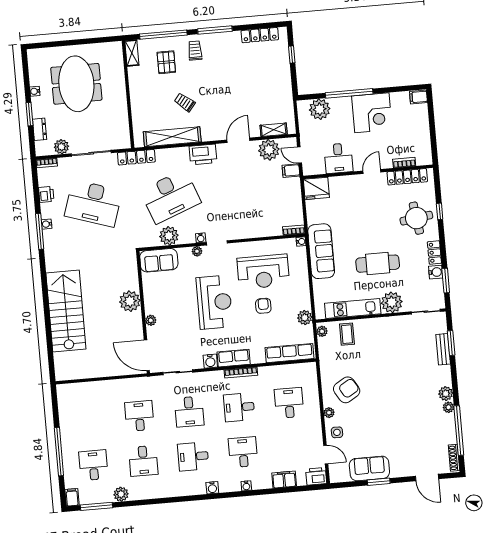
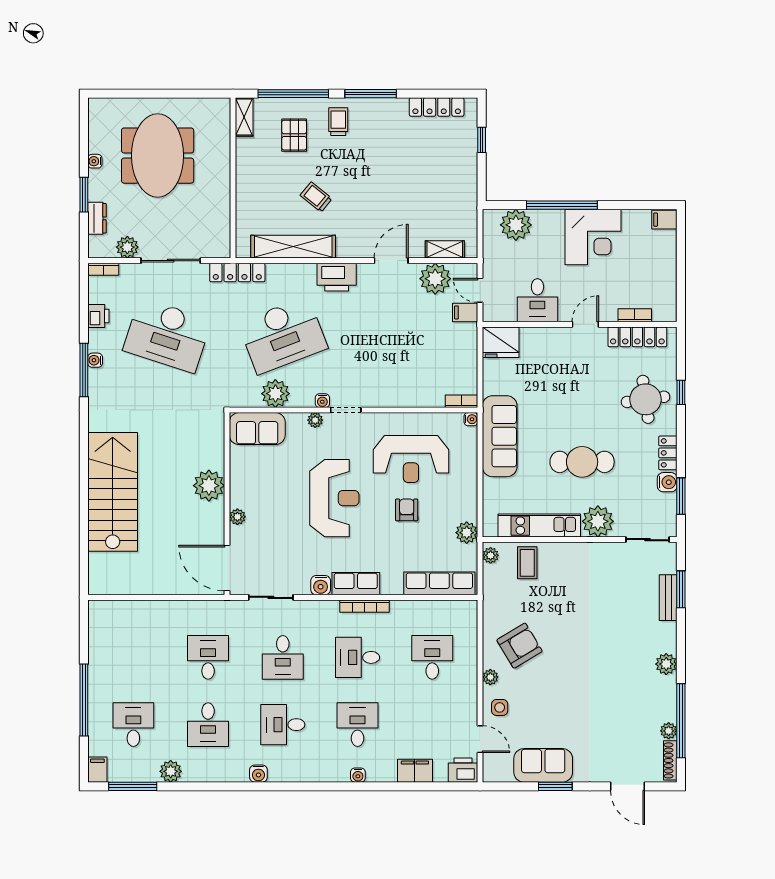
plant: (448, 407) -> (669, 731), moved
water cooler: (212, 488) -> (258, 774), moved

